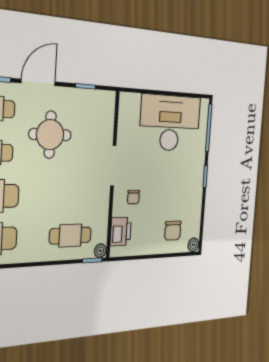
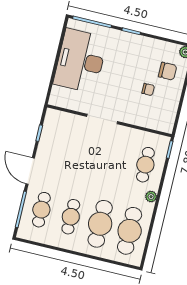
round table: (50, 135) -> (68, 168), removed
chair: (133, 197) -> (148, 89), moved
printer: (121, 232) -> (155, 121), removed
plant: (100, 251) -> (151, 197), moved

